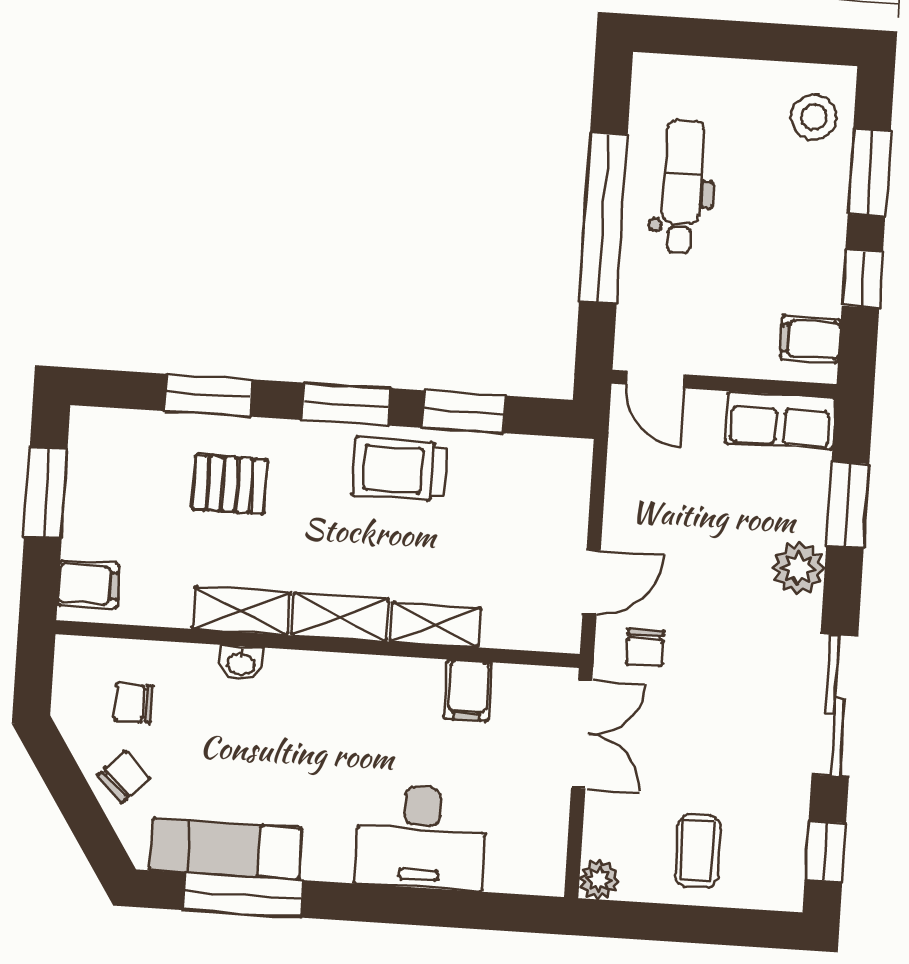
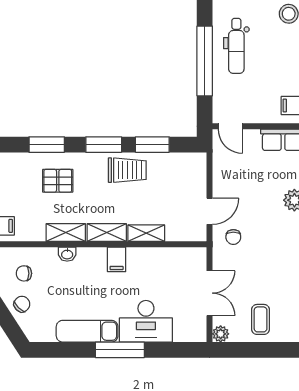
dental chair: (682, 186) -> (236, 46), turned 180
trolley: (399, 469) -> (127, 170), turned 180
filing cabinet: (468, 690) -> (117, 259), moved
double door: (582, 734) -> (210, 293), moved
exam couch: (226, 849) -> (87, 331), moved
window: (243, 895) -> (120, 350), moved

